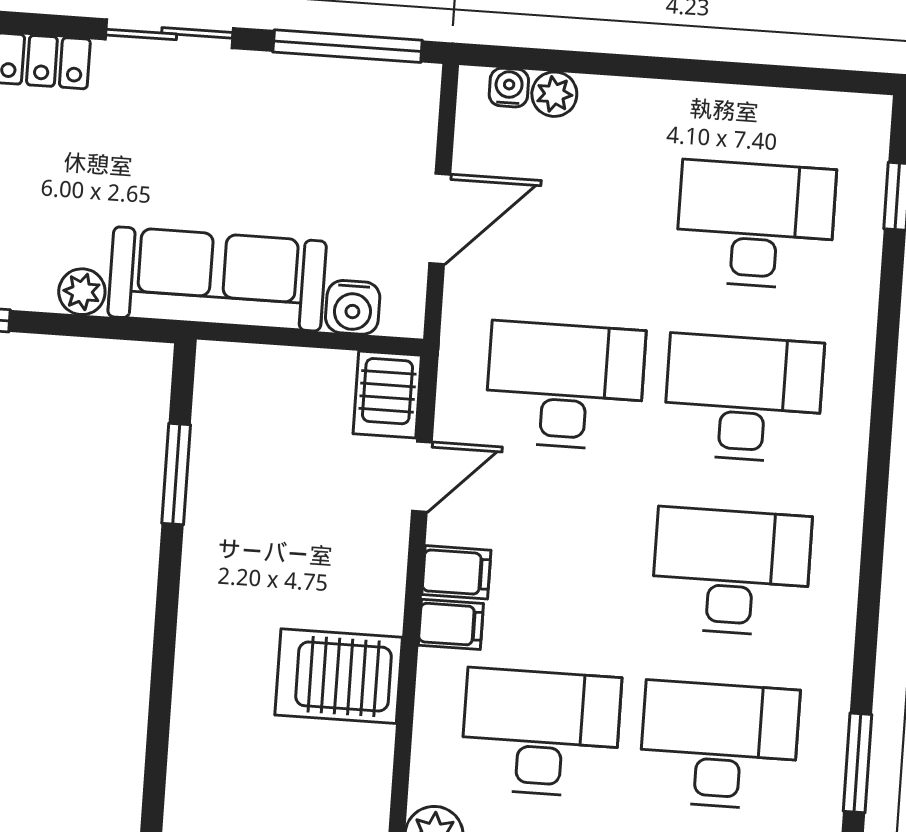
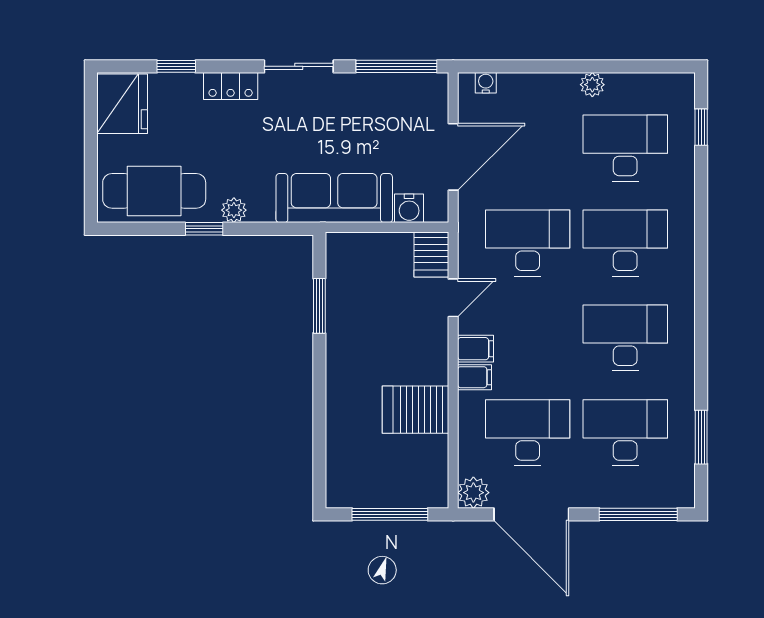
plant: (554, 94) -> (592, 85), moved
door: (440, 219) -> (453, 157), width x1.36
plant: (82, 292) -> (234, 210), moved

